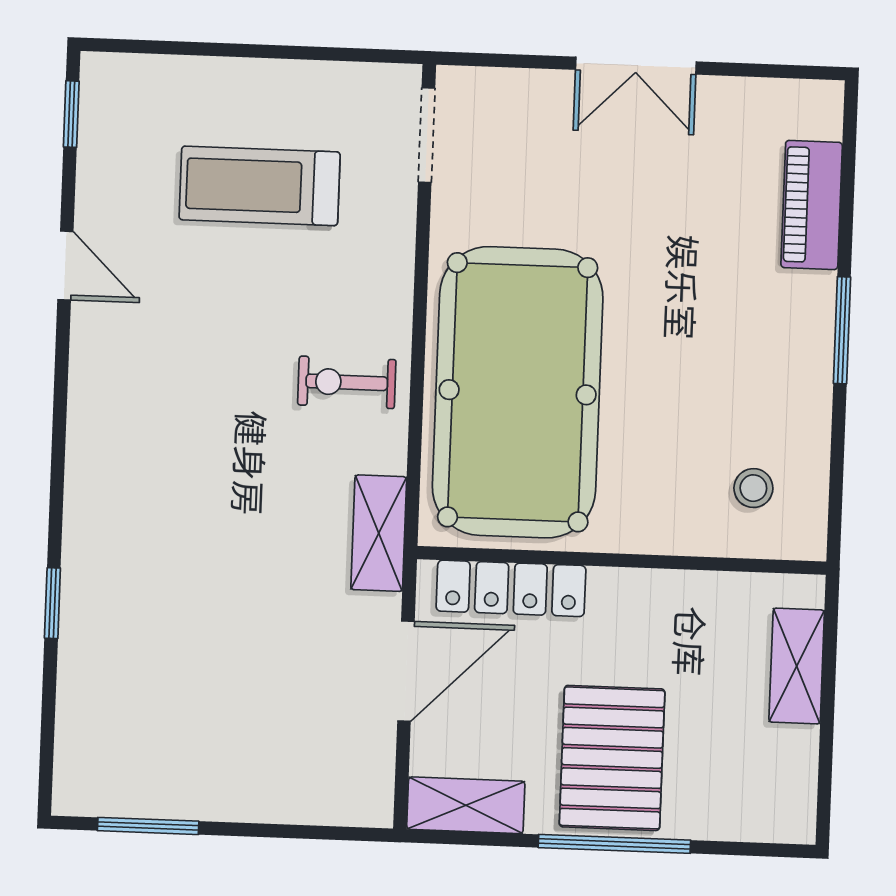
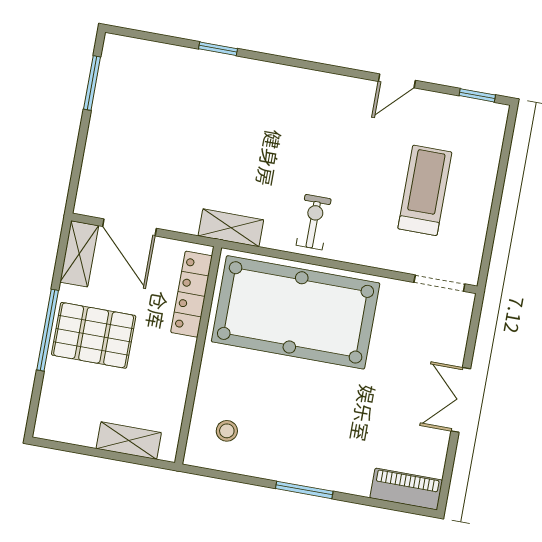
piano: (812, 205) -> (406, 489), moved
door: (406, 671) -> (129, 227), moved

